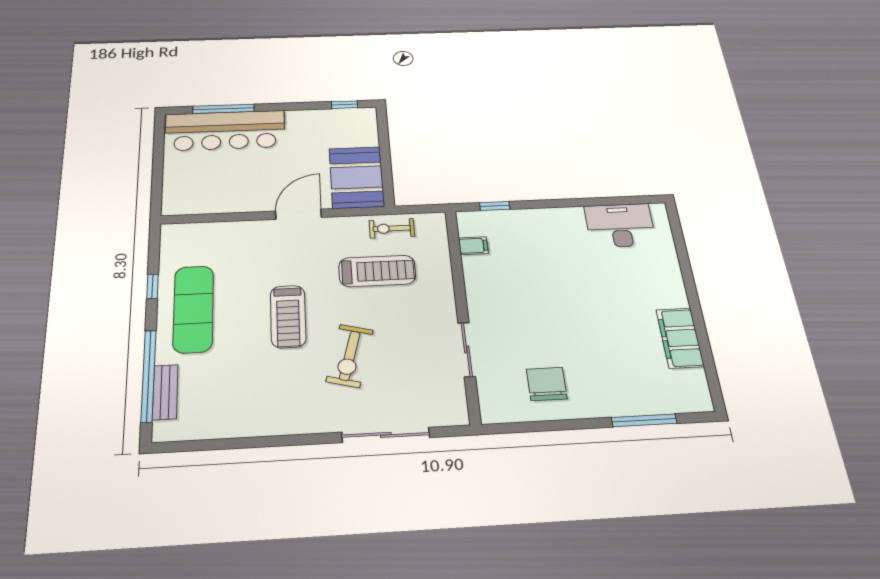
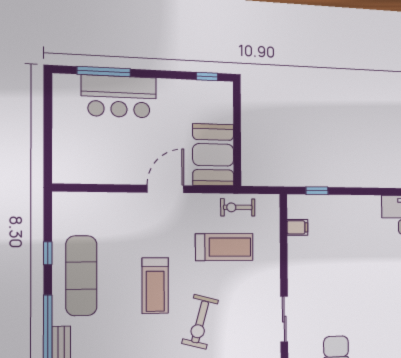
bar counter: (225, 130) -> (119, 97), width x0.73

